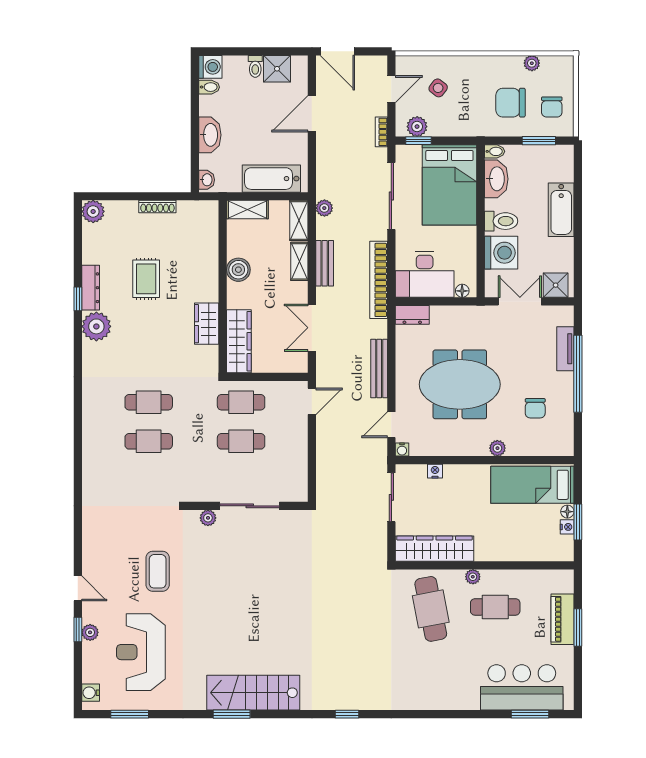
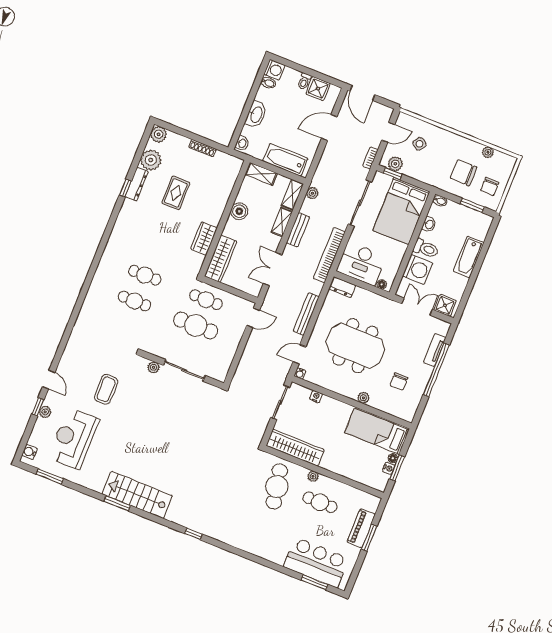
washbasin: (496, 179) -> (429, 224), width x0.52, depth x0.69
plant: (96, 326) -> (151, 160), moved
cafe table: (241, 441) -> (196, 325), width x1.37, depth x1.35

